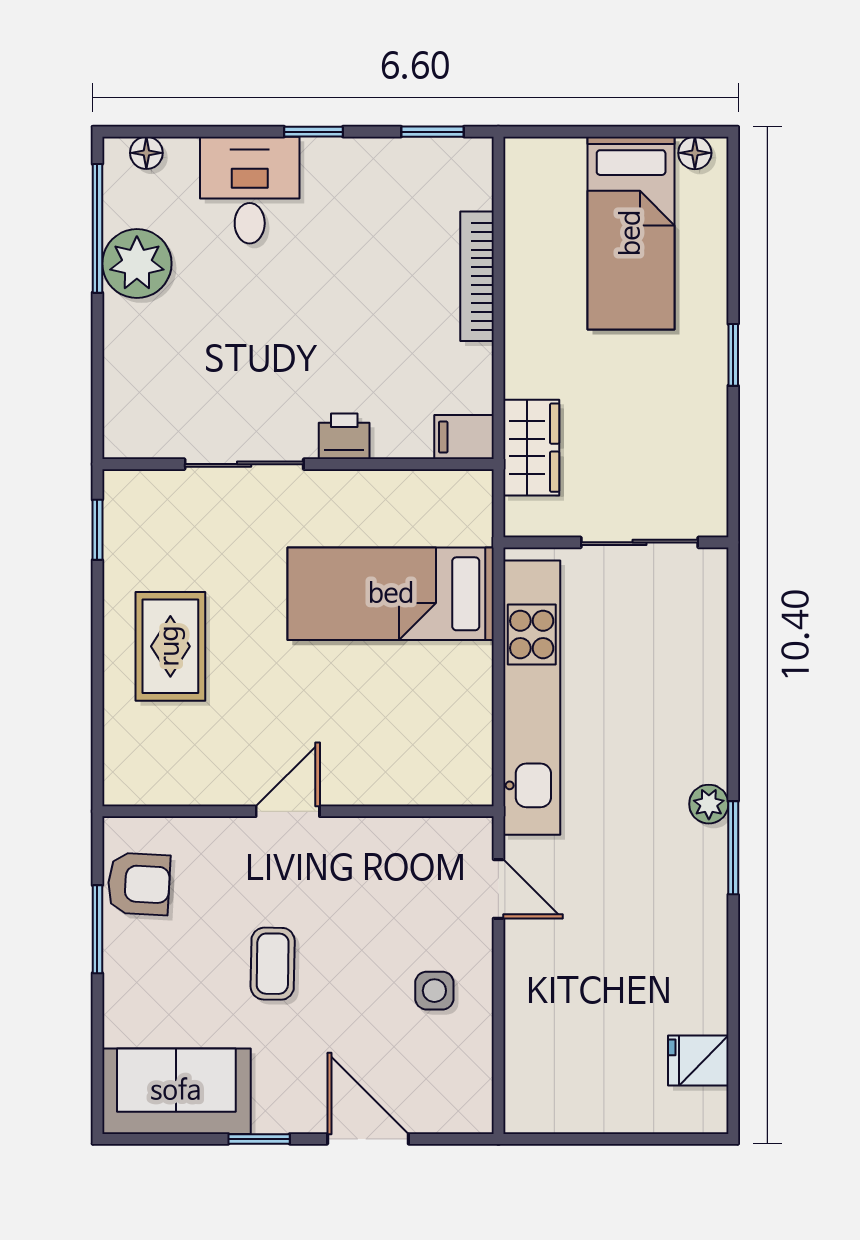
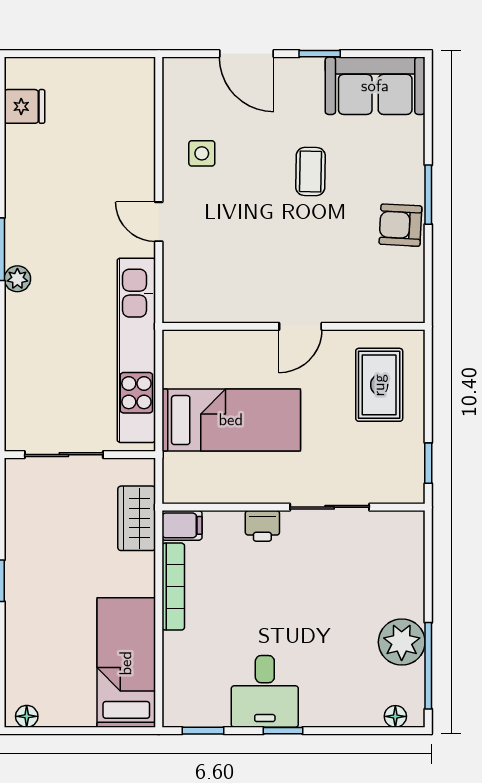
desk: (250, 190) -> (265, 691), moved
bed: (631, 233) -> (126, 663), moved
bookcase: (477, 276) -> (173, 587), moved
door: (288, 811) -> (300, 326), moved
wall: (298, 811) -> (293, 326), moved

